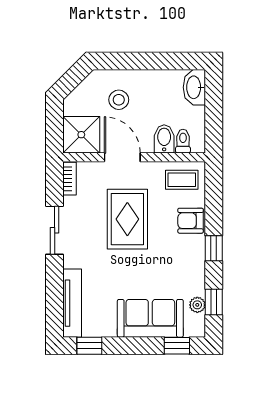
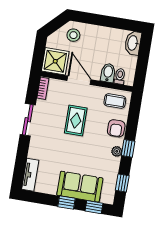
stool: (119, 100) -> (73, 35), moved
rug: (127, 219) -> (76, 120), width x0.73, depth x0.70
armchair: (191, 221) -> (116, 128), turned -90
tv unit: (72, 303) -> (30, 175), width x0.71
plant: (197, 305) -> (117, 151), moved
window: (89, 346) -> (66, 202), moved

